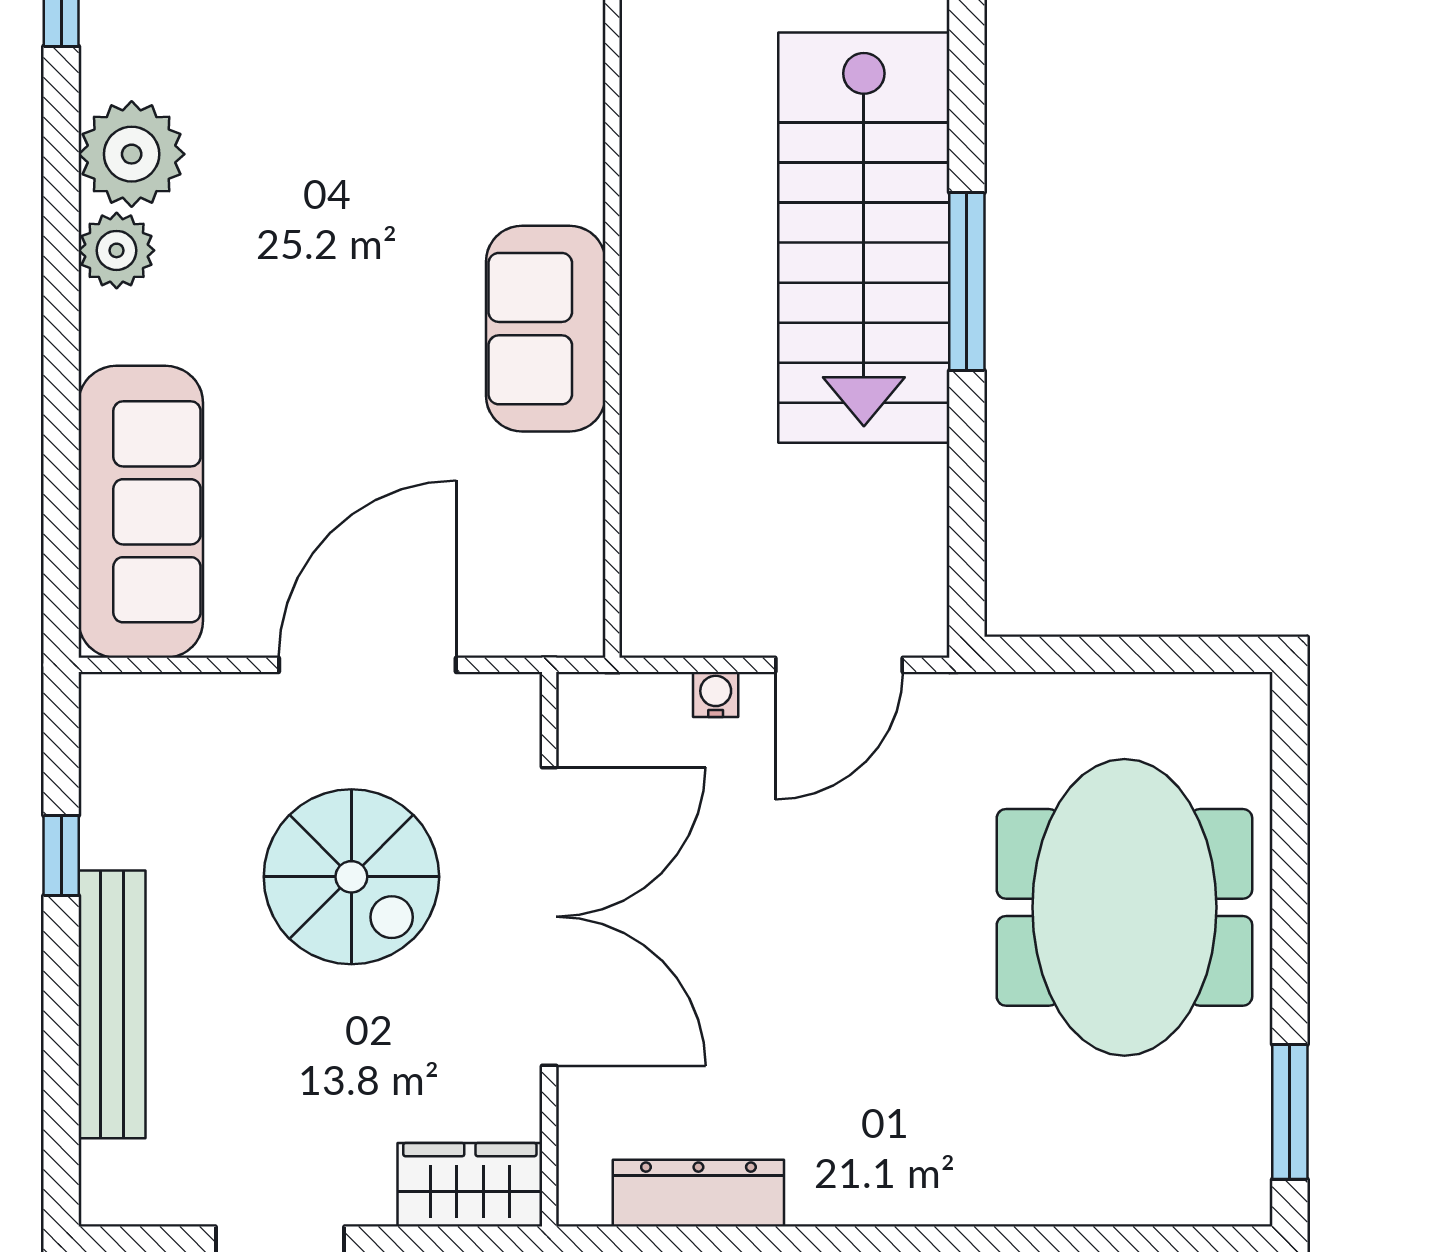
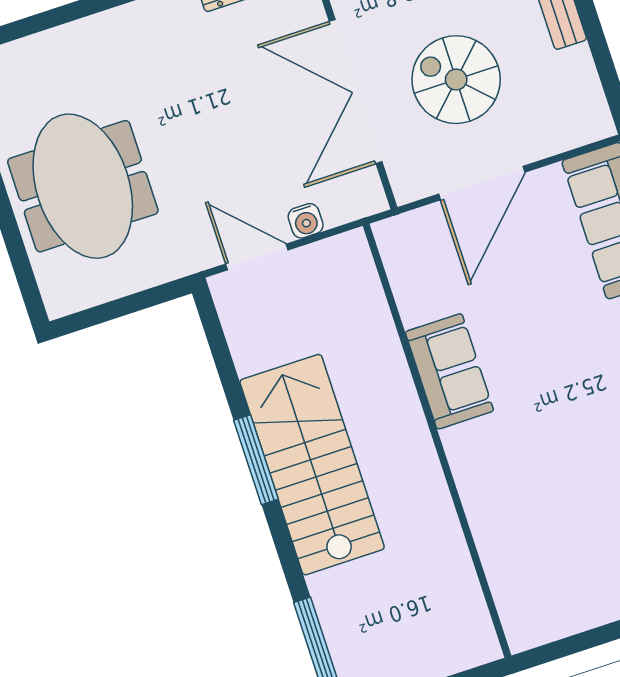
door: (839, 665) -> (257, 257), hinge flipped
water cooler: (716, 695) -> (306, 221), width x1.38, depth x1.38
window: (61, 856) -> (598, 44), removed

